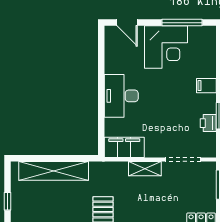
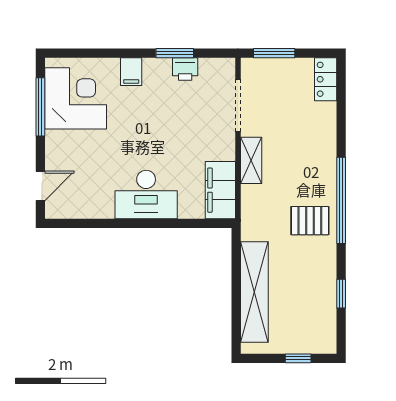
corner desk: (166, 47) -> (76, 98), moved

